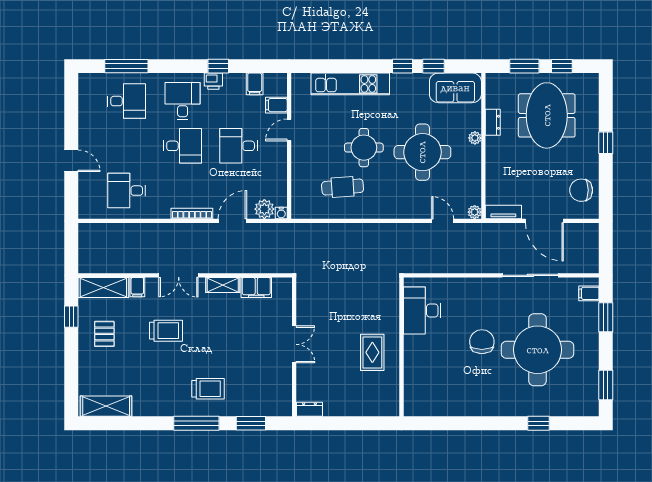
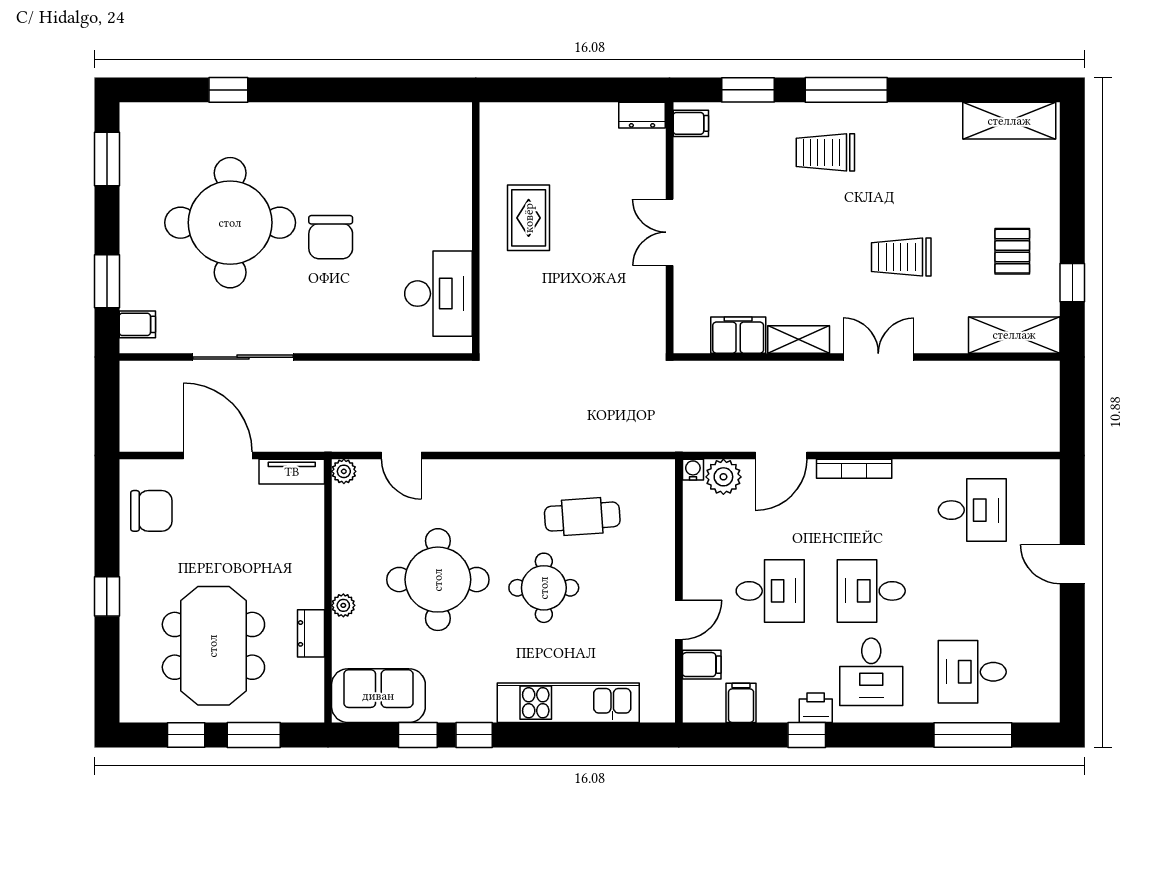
filing cabinet: (137, 287) -> (691, 123), moved, turned 90

